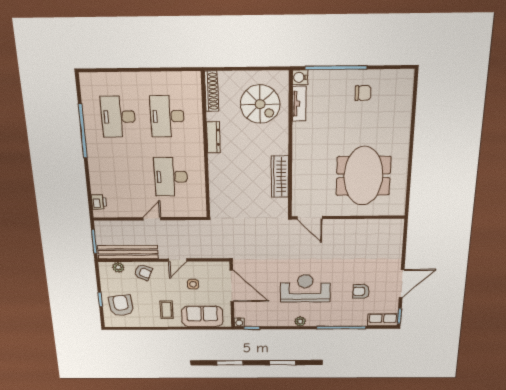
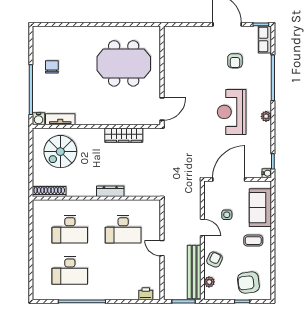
spiral stairs: (260, 104) -> (60, 152), turned 180
dresser: (213, 137) -> (110, 191), moved

